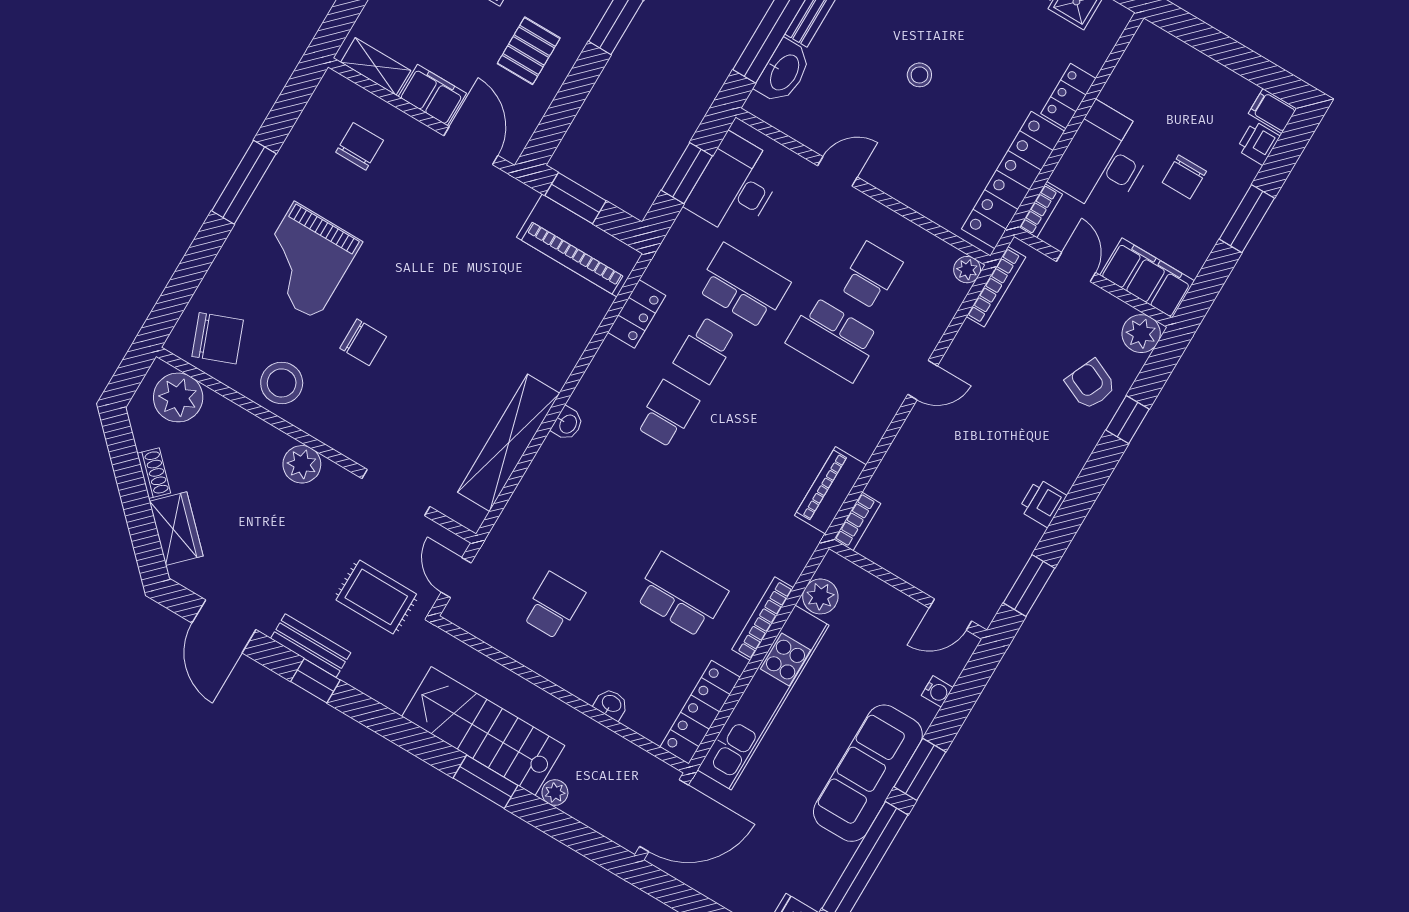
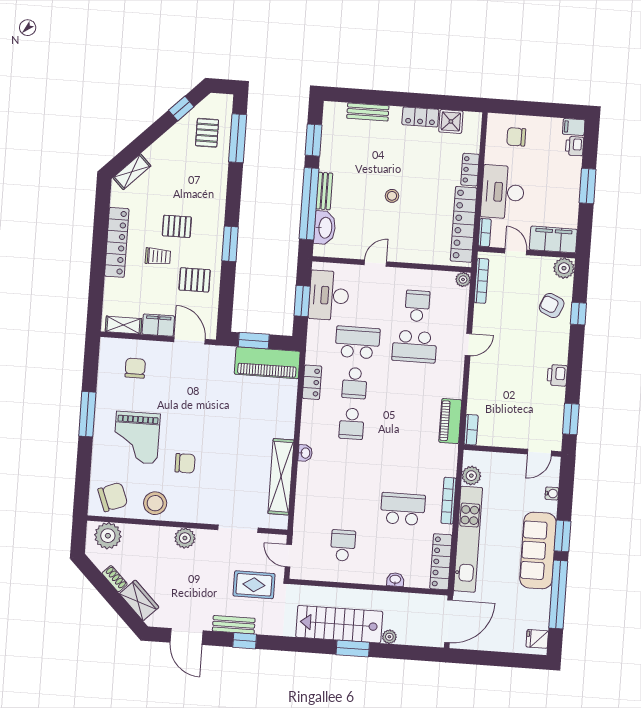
pallet: (529, 51) -> (195, 280), turned 90
chair: (1184, 177) -> (516, 137), moved, turned 90
school desk: (667, 414) -> (352, 424), turned 180

